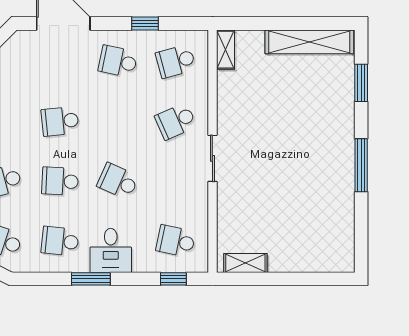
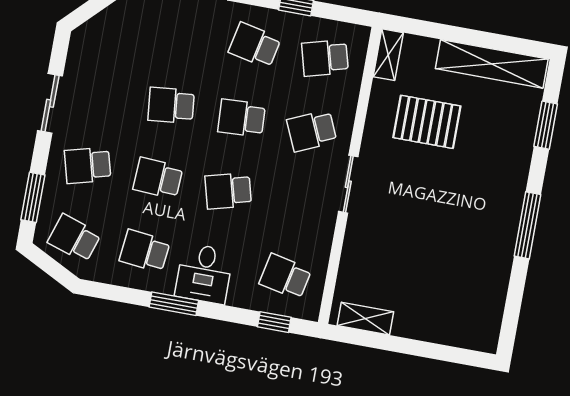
pallet: (266, 97) -> (427, 122), added
school desk: (118, 121) -> (241, 118), added
school desk: (118, 181) -> (228, 191), turned -39

